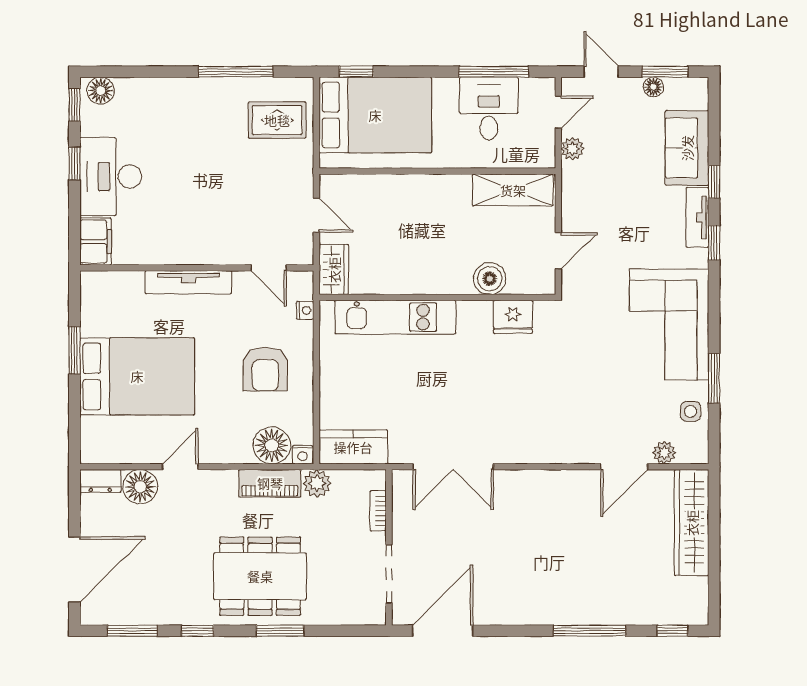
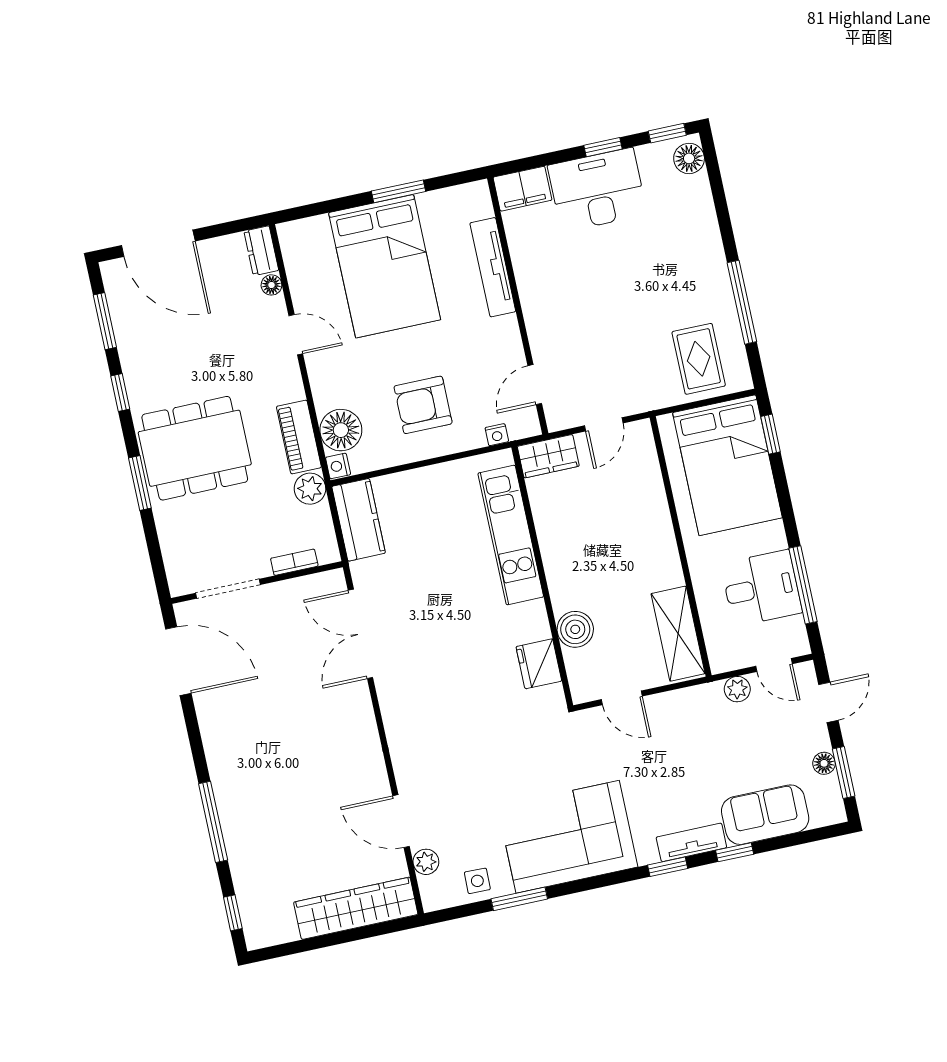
tv unit: (188, 282) -> (493, 267), moved
floor lamp: (140, 487) -> (271, 285), width x0.53, depth x0.53
dining table: (260, 576) -> (195, 448), turned 90

